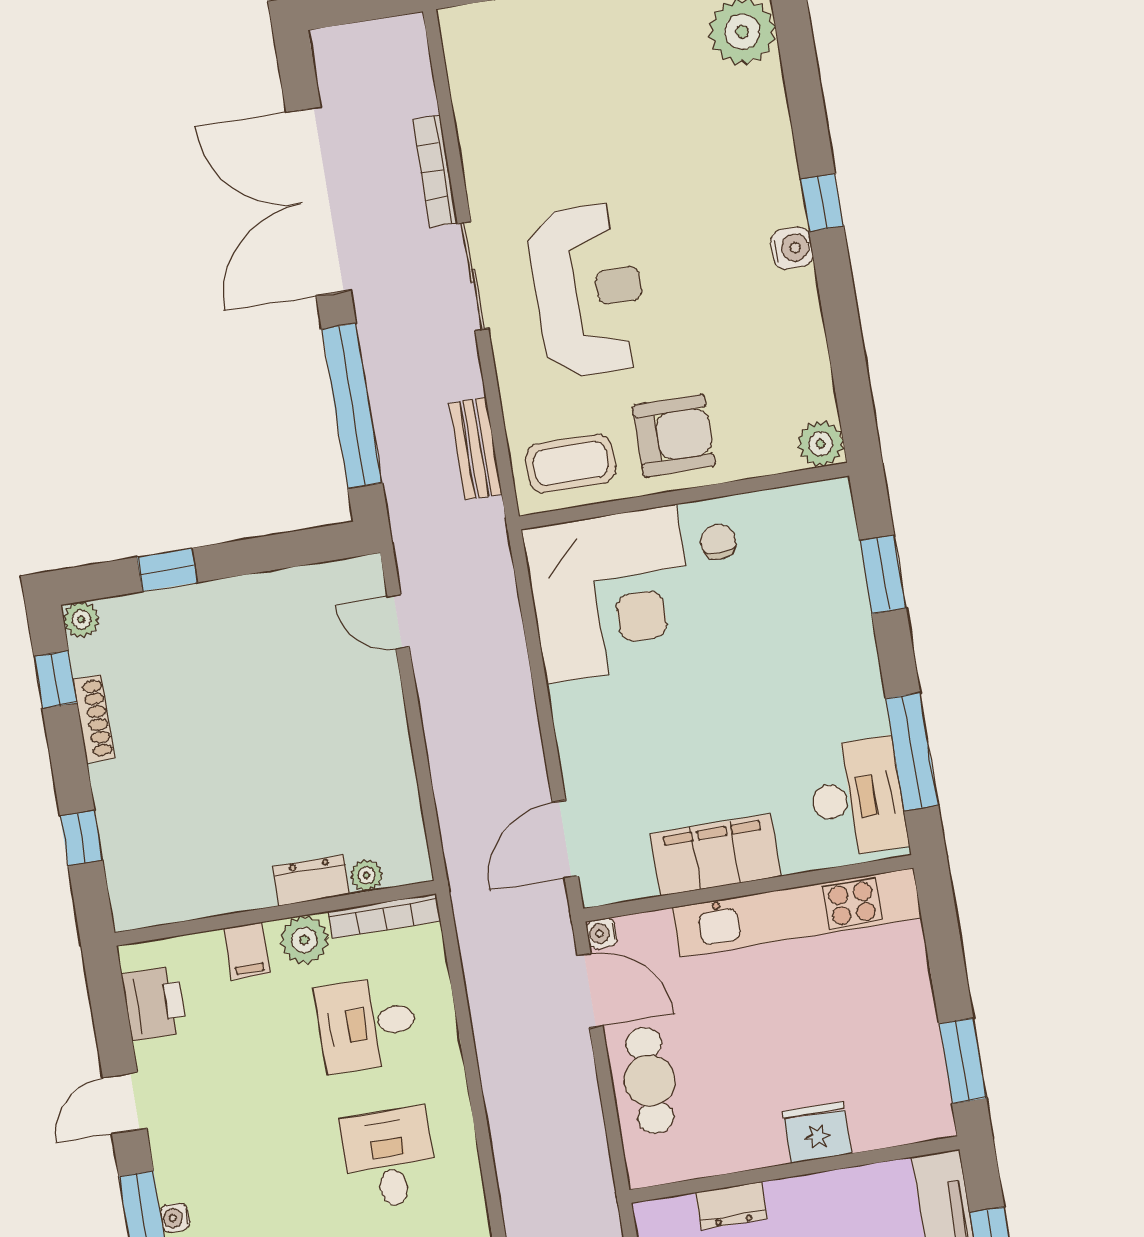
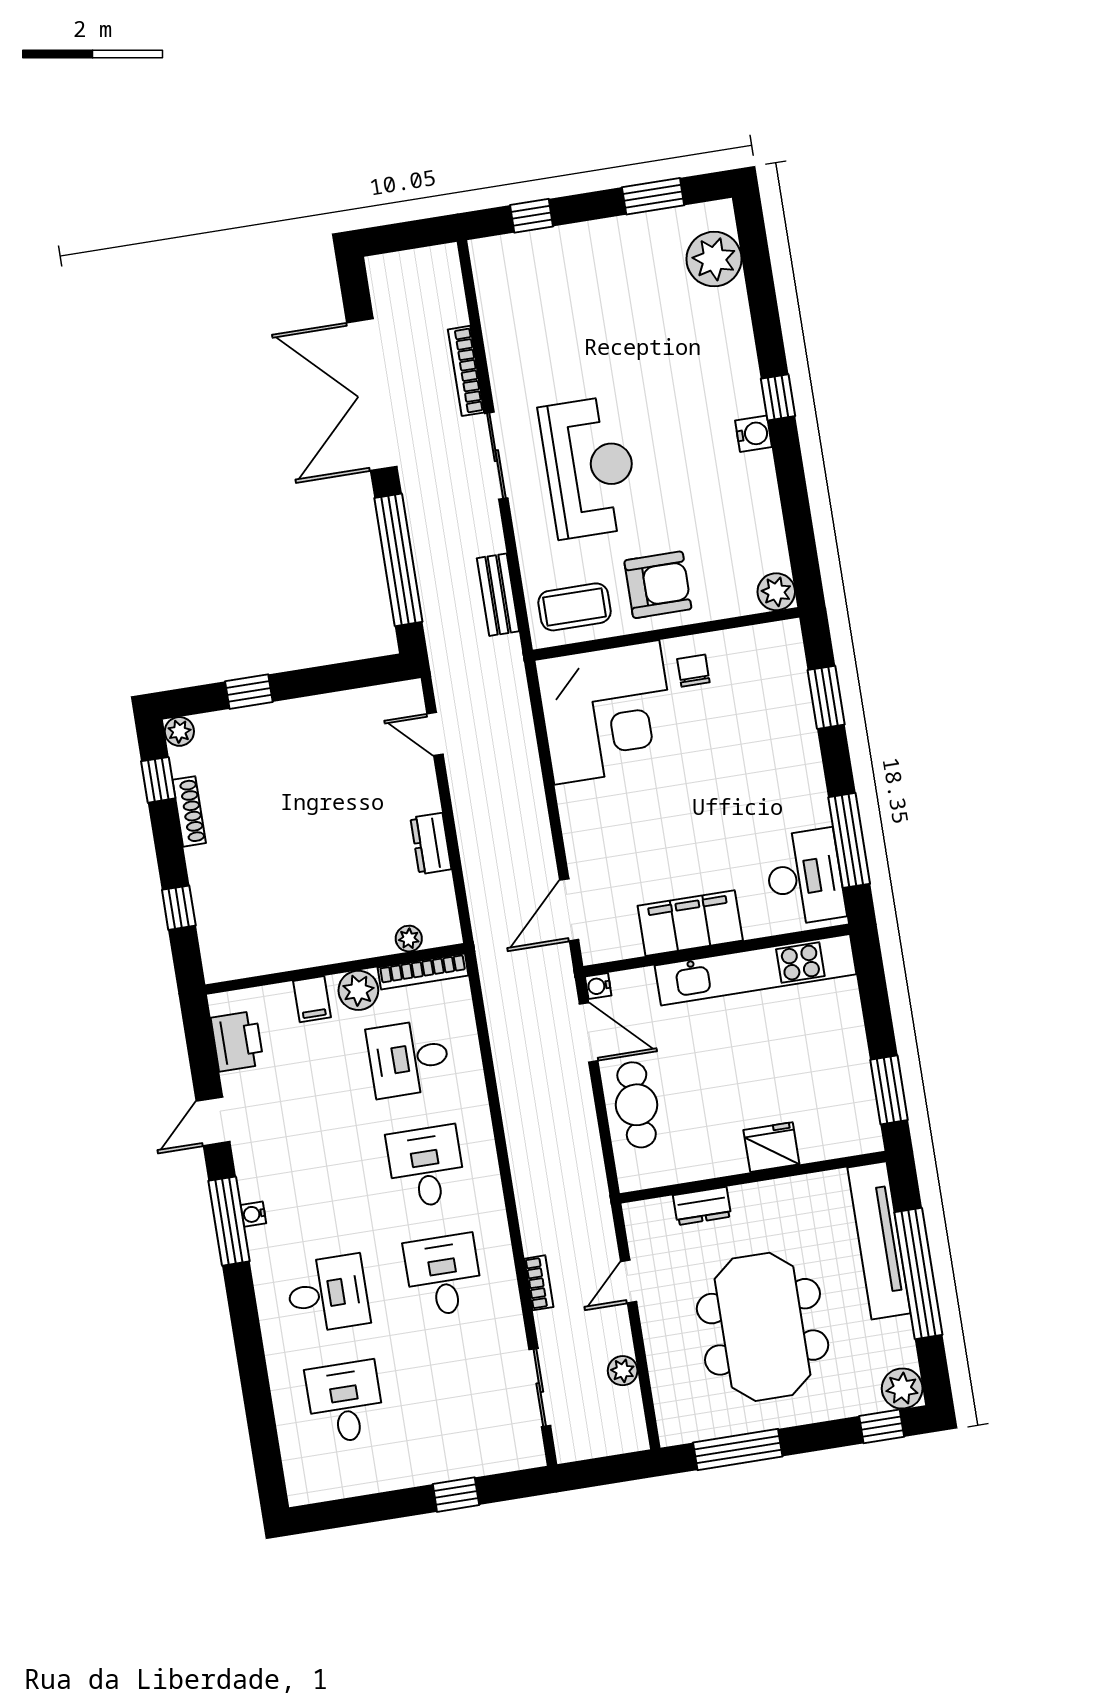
dresser: (311, 880) -> (431, 844), moved, turned -90

